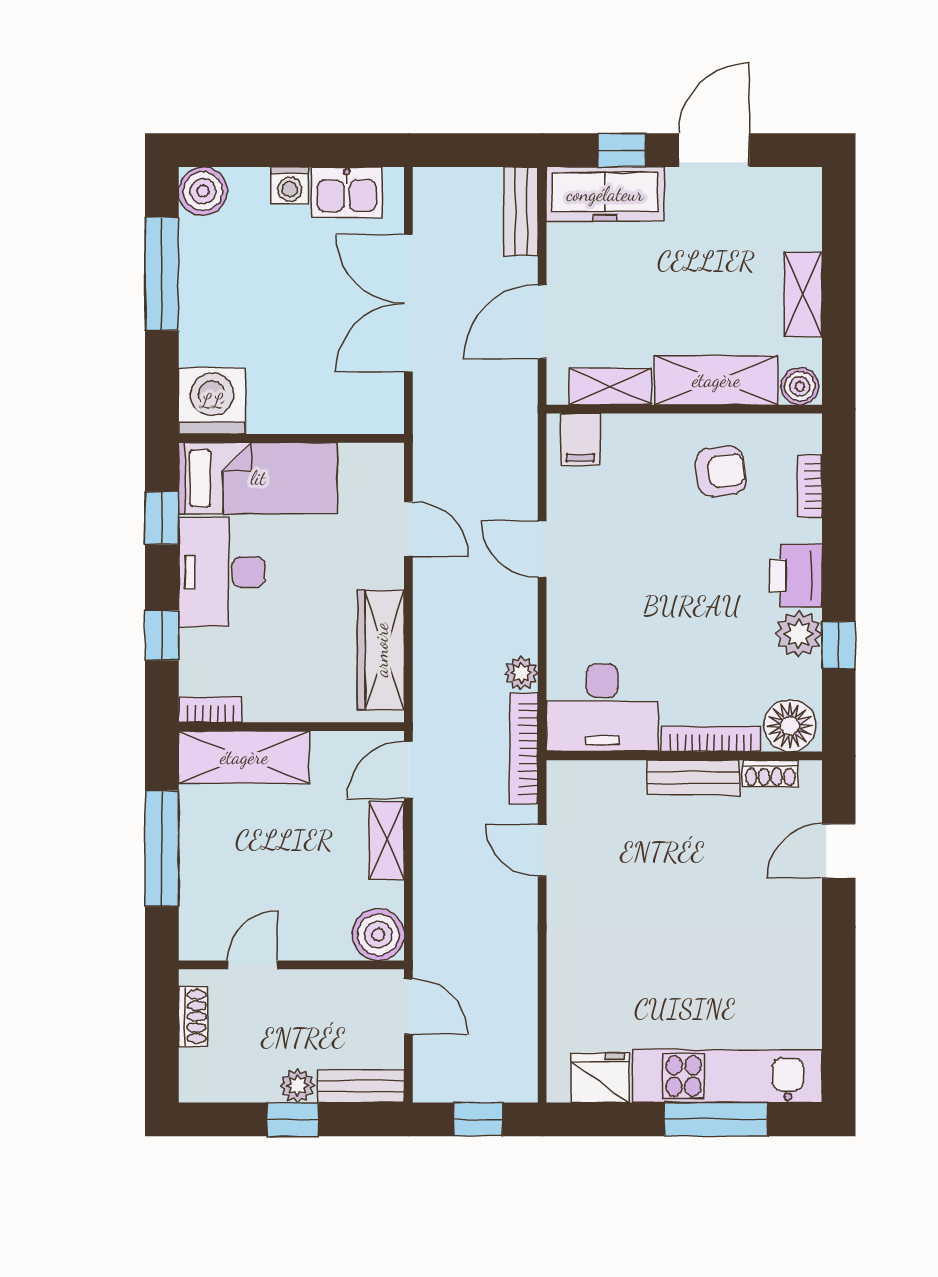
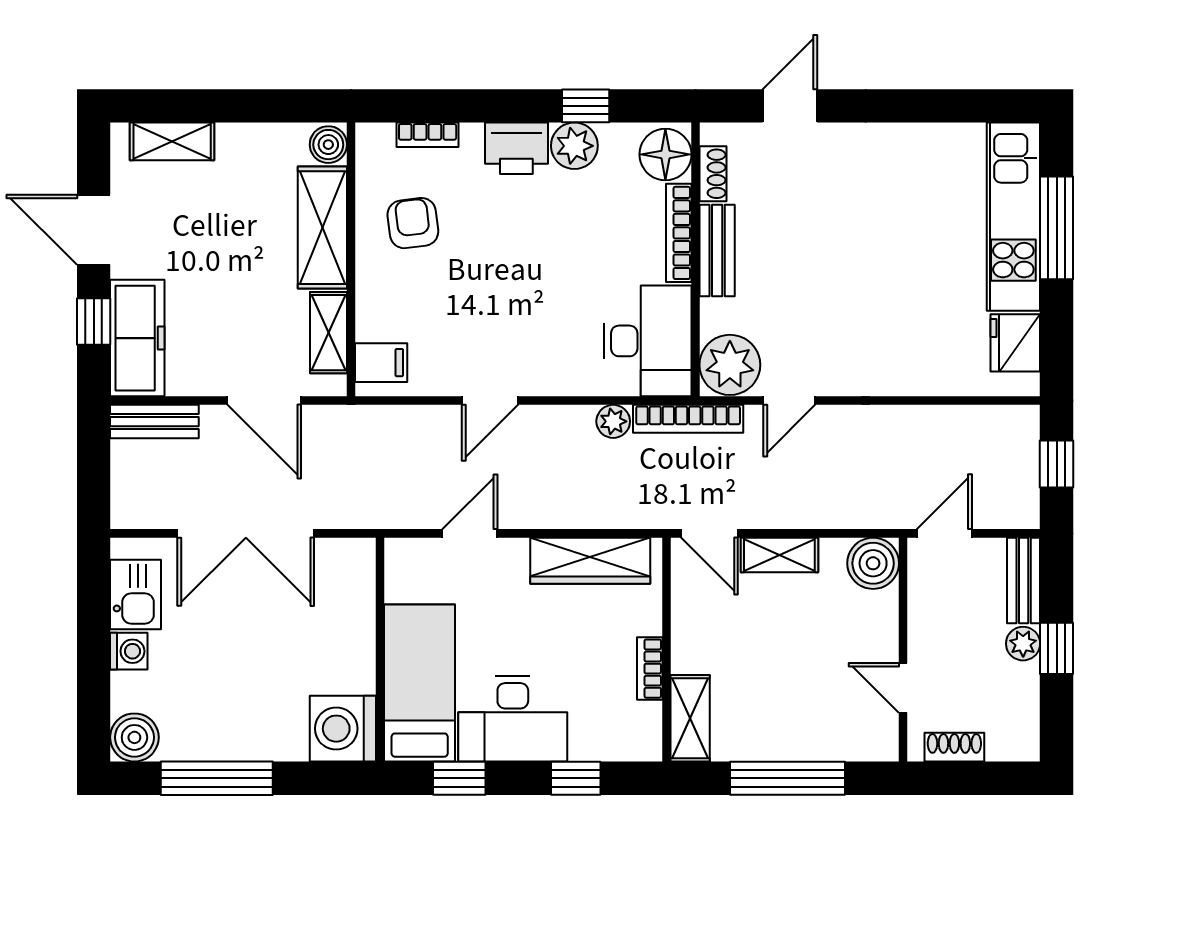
shelving: (803, 295) -> (172, 141), moved
bookcase: (210, 710) -> (650, 669), moved
shelving: (244, 757) -> (690, 718), width x0.67, depth x0.75
plant: (578, 791) -> (730, 365), added
door: (839, 851) -> (790, 106), swing flipped

